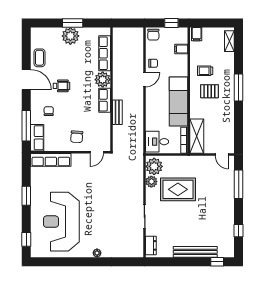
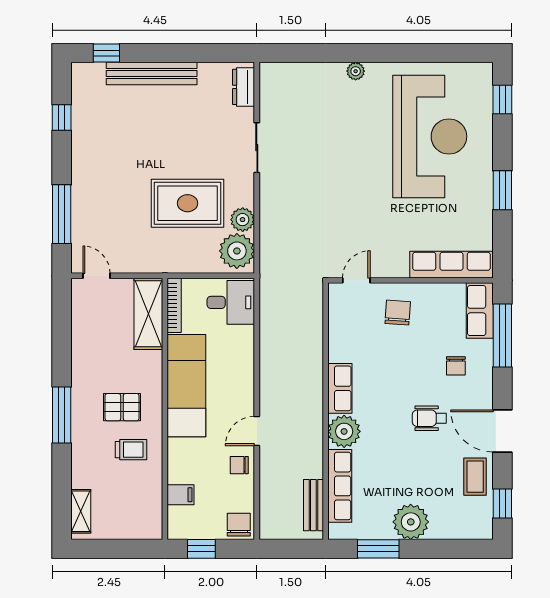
window: (73, 23) -> (378, 549), moved
filing cabinet: (197, 34) -> (149, 526), removed
window: (26, 45) -> (502, 503), added
bench: (117, 112) -> (313, 505), moved

